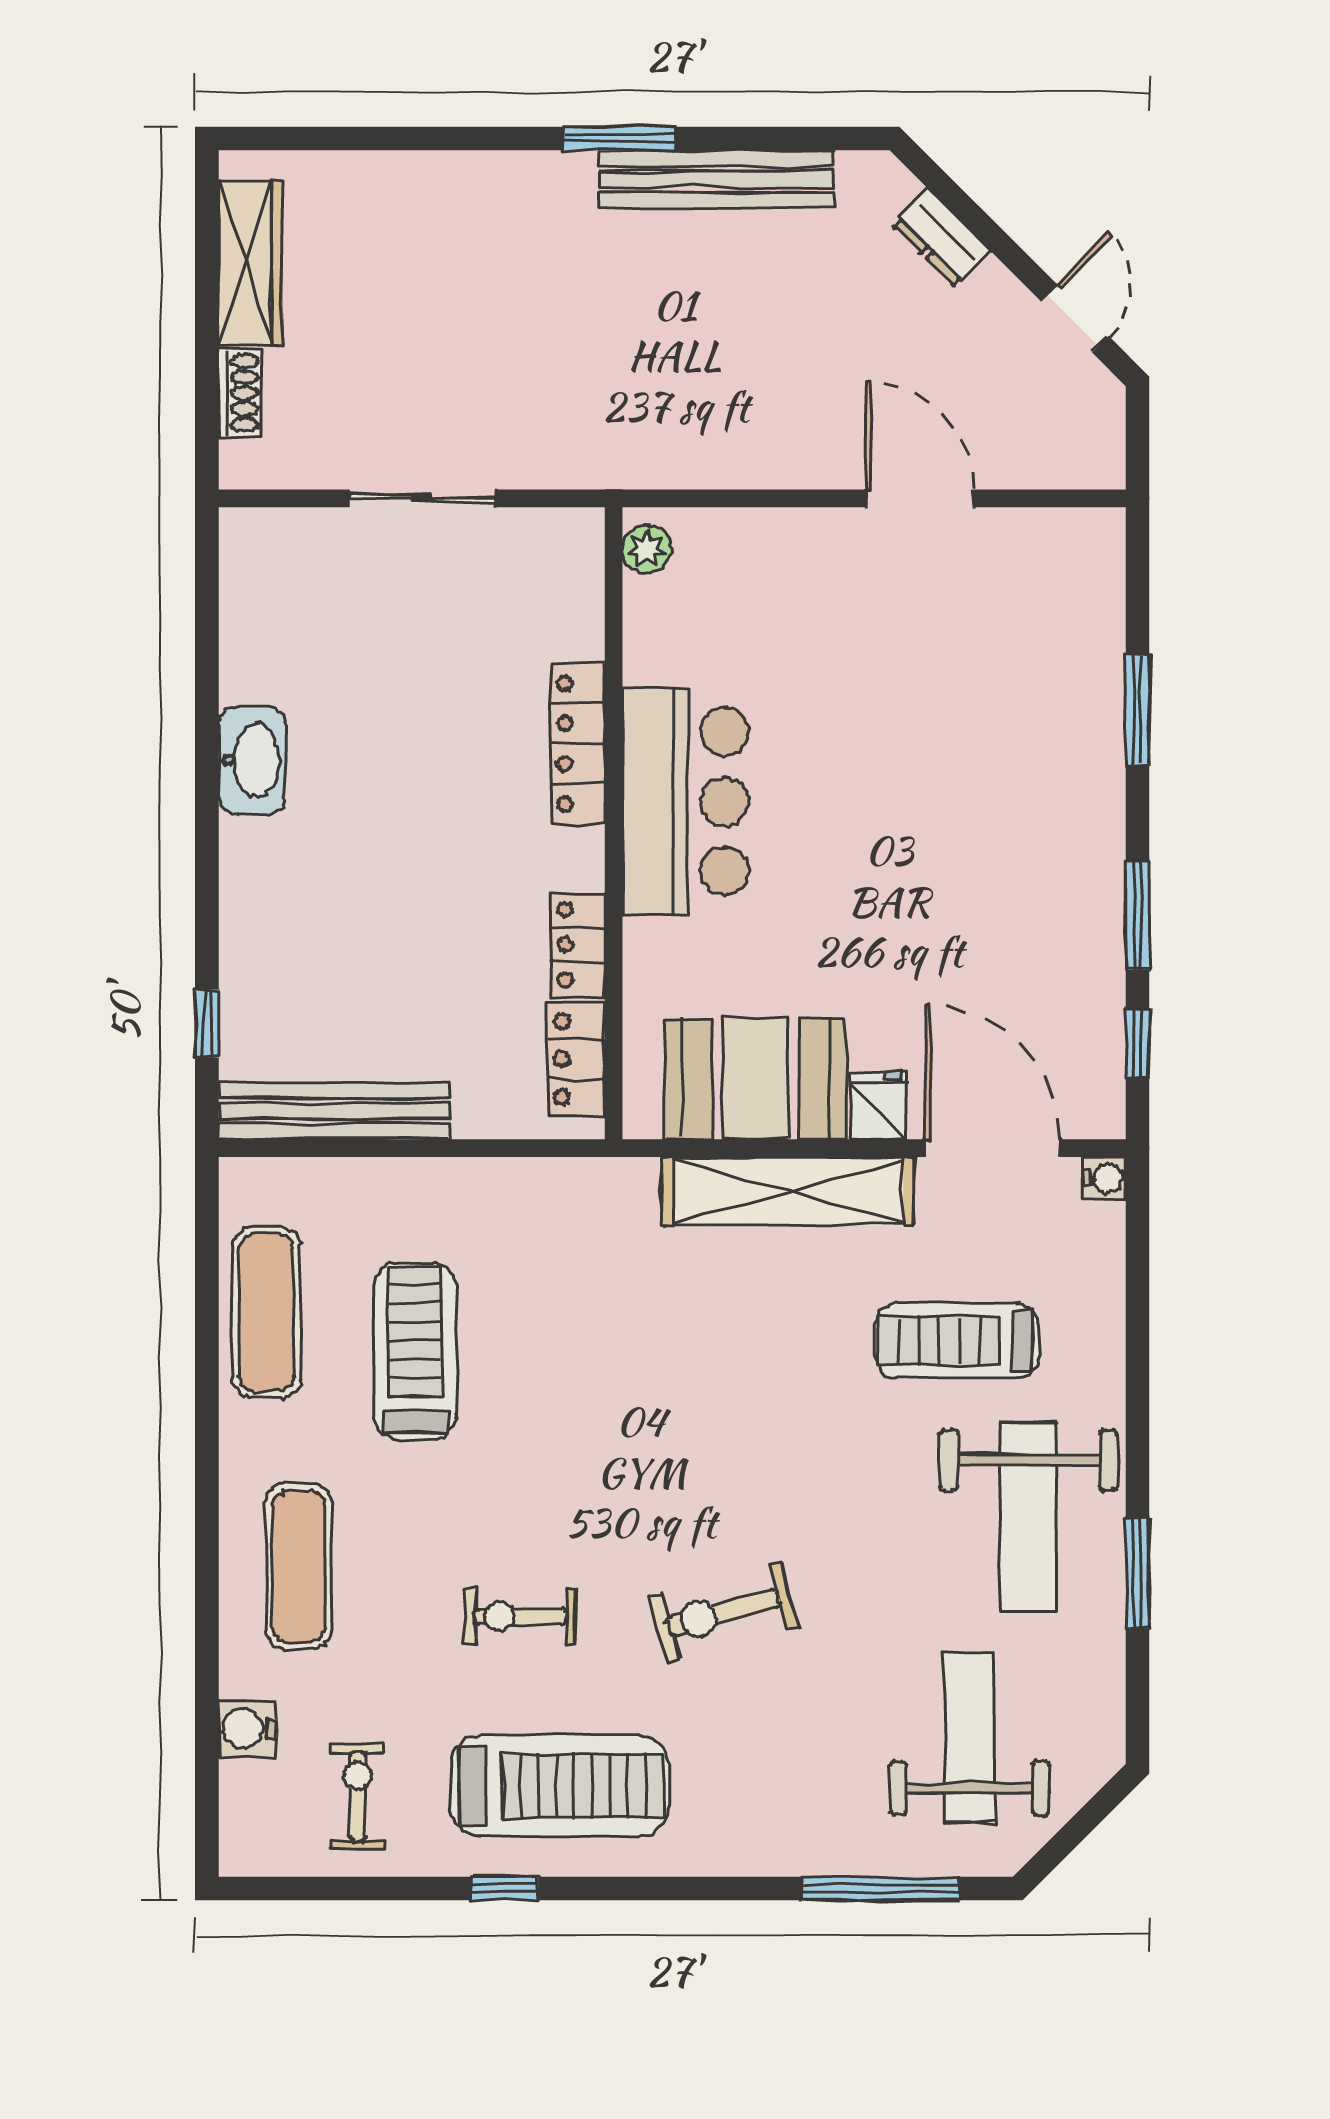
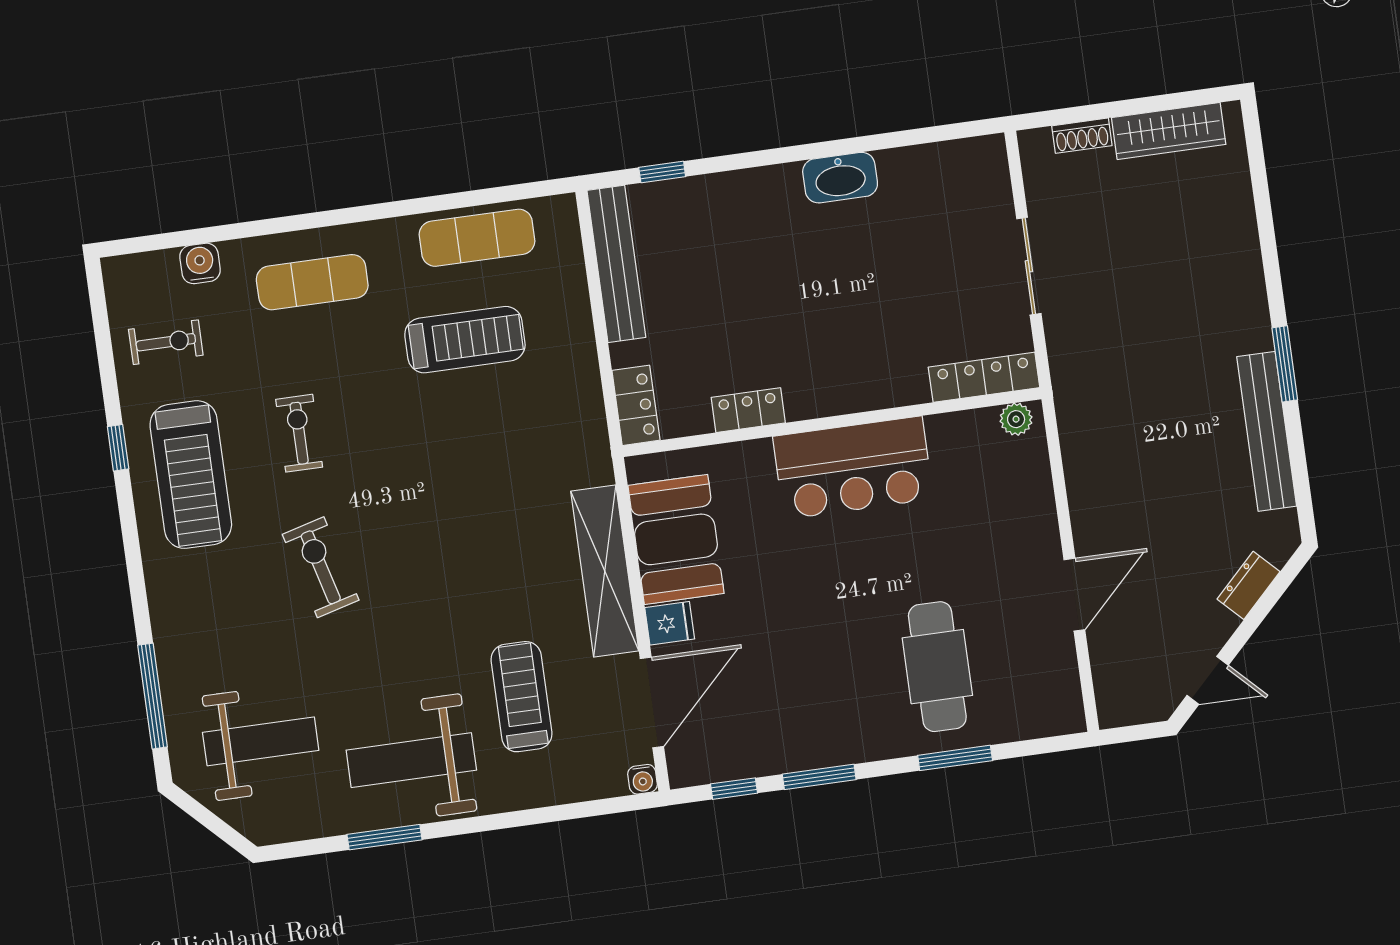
cafe table: (998, 717) -> (937, 667), added
locker: (578, 743) -> (984, 377), moved
locker: (576, 1059) -> (636, 405), moved, turned 90

